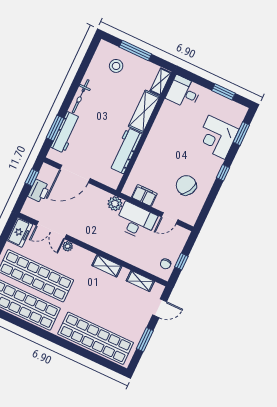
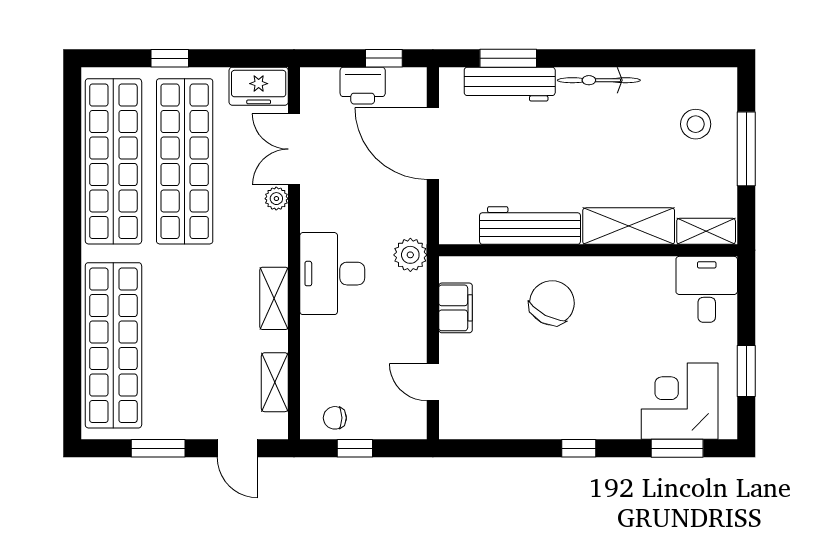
corner desk: (217, 137) -> (680, 401), moved
chair: (186, 185) -> (552, 303), moved
desk: (136, 221) -> (332, 274), moved, turned 180

